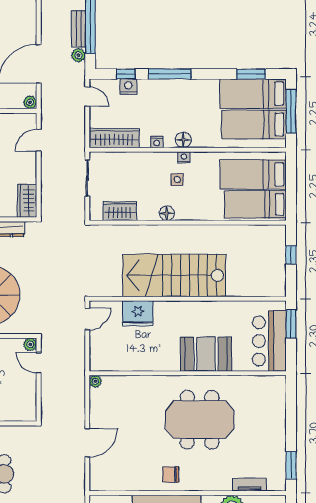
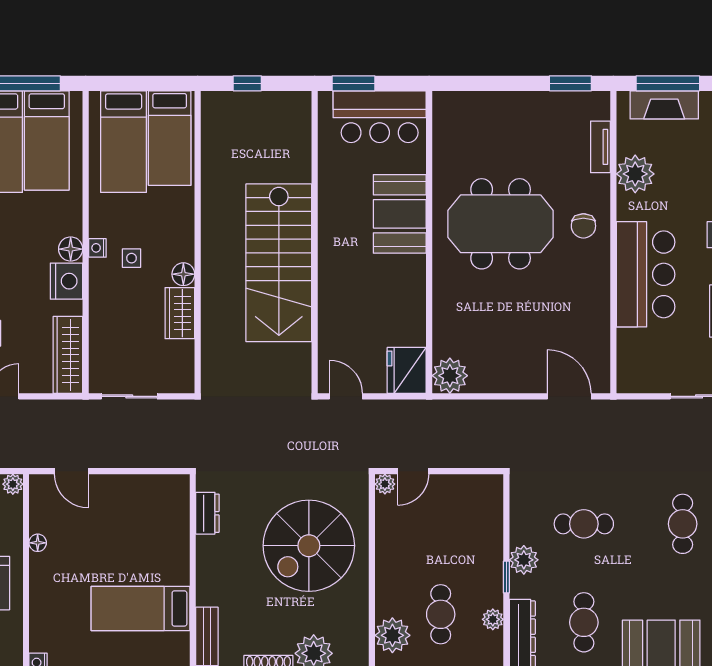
nightstand: (157, 142) -> (67, 281), width x1.89, depth x1.79
wardrobe: (27, 201) -> (164, 489), removed
wardrobe: (120, 211) -> (180, 313), moved
fridge: (138, 313) -> (407, 370), moved, turned 180
plant: (95, 381) -> (450, 376), width x1.88, depth x1.88
meeting table: (200, 420) -> (501, 224), turned 90
door: (87, 443) -> (569, 396), moved
chair: (171, 474) -> (583, 226), moved

